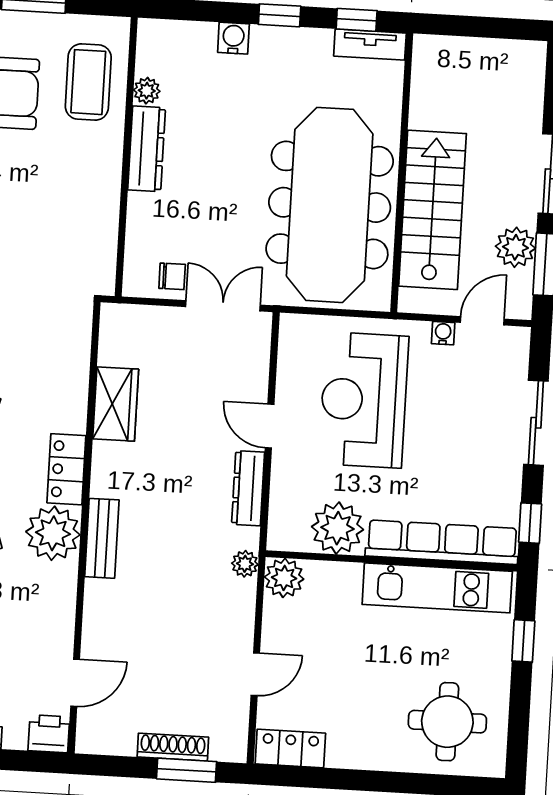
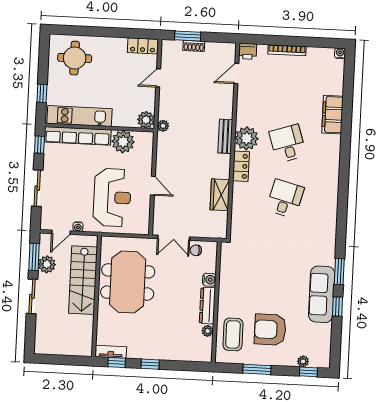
water cooler: (233, 38) -> (209, 280), moved, turned -90
meeting table: (330, 205) -> (128, 282), width x0.73
dresser: (248, 488) -> (162, 159), removed
shoe rack: (173, 747) -> (194, 46), width x0.70

